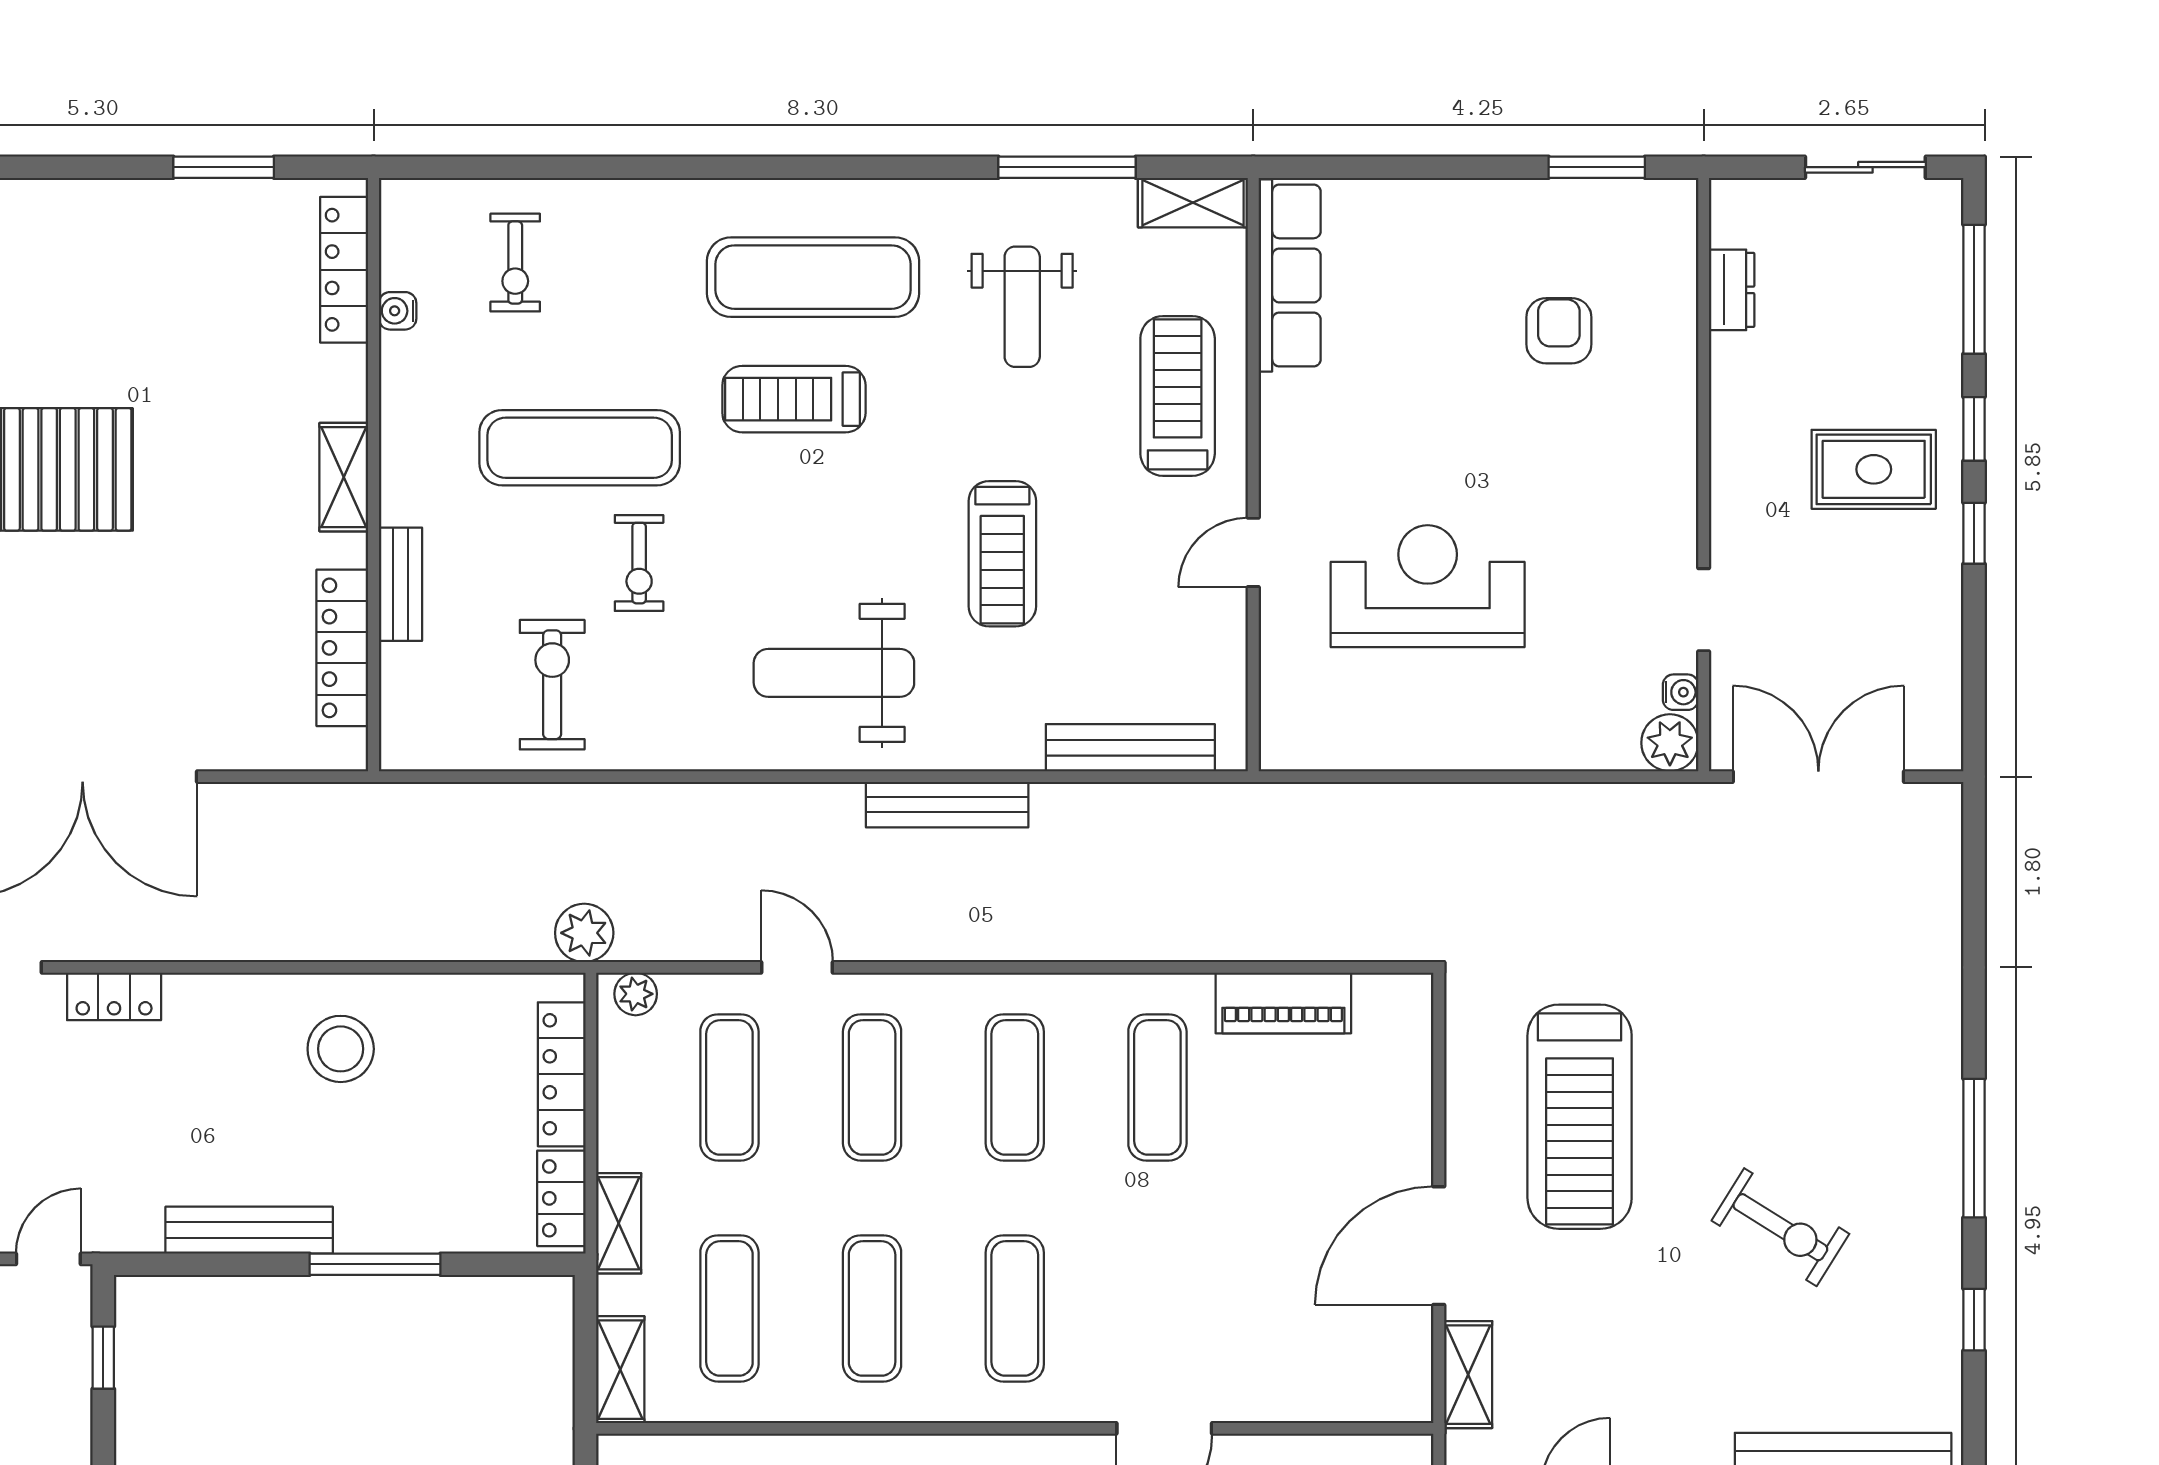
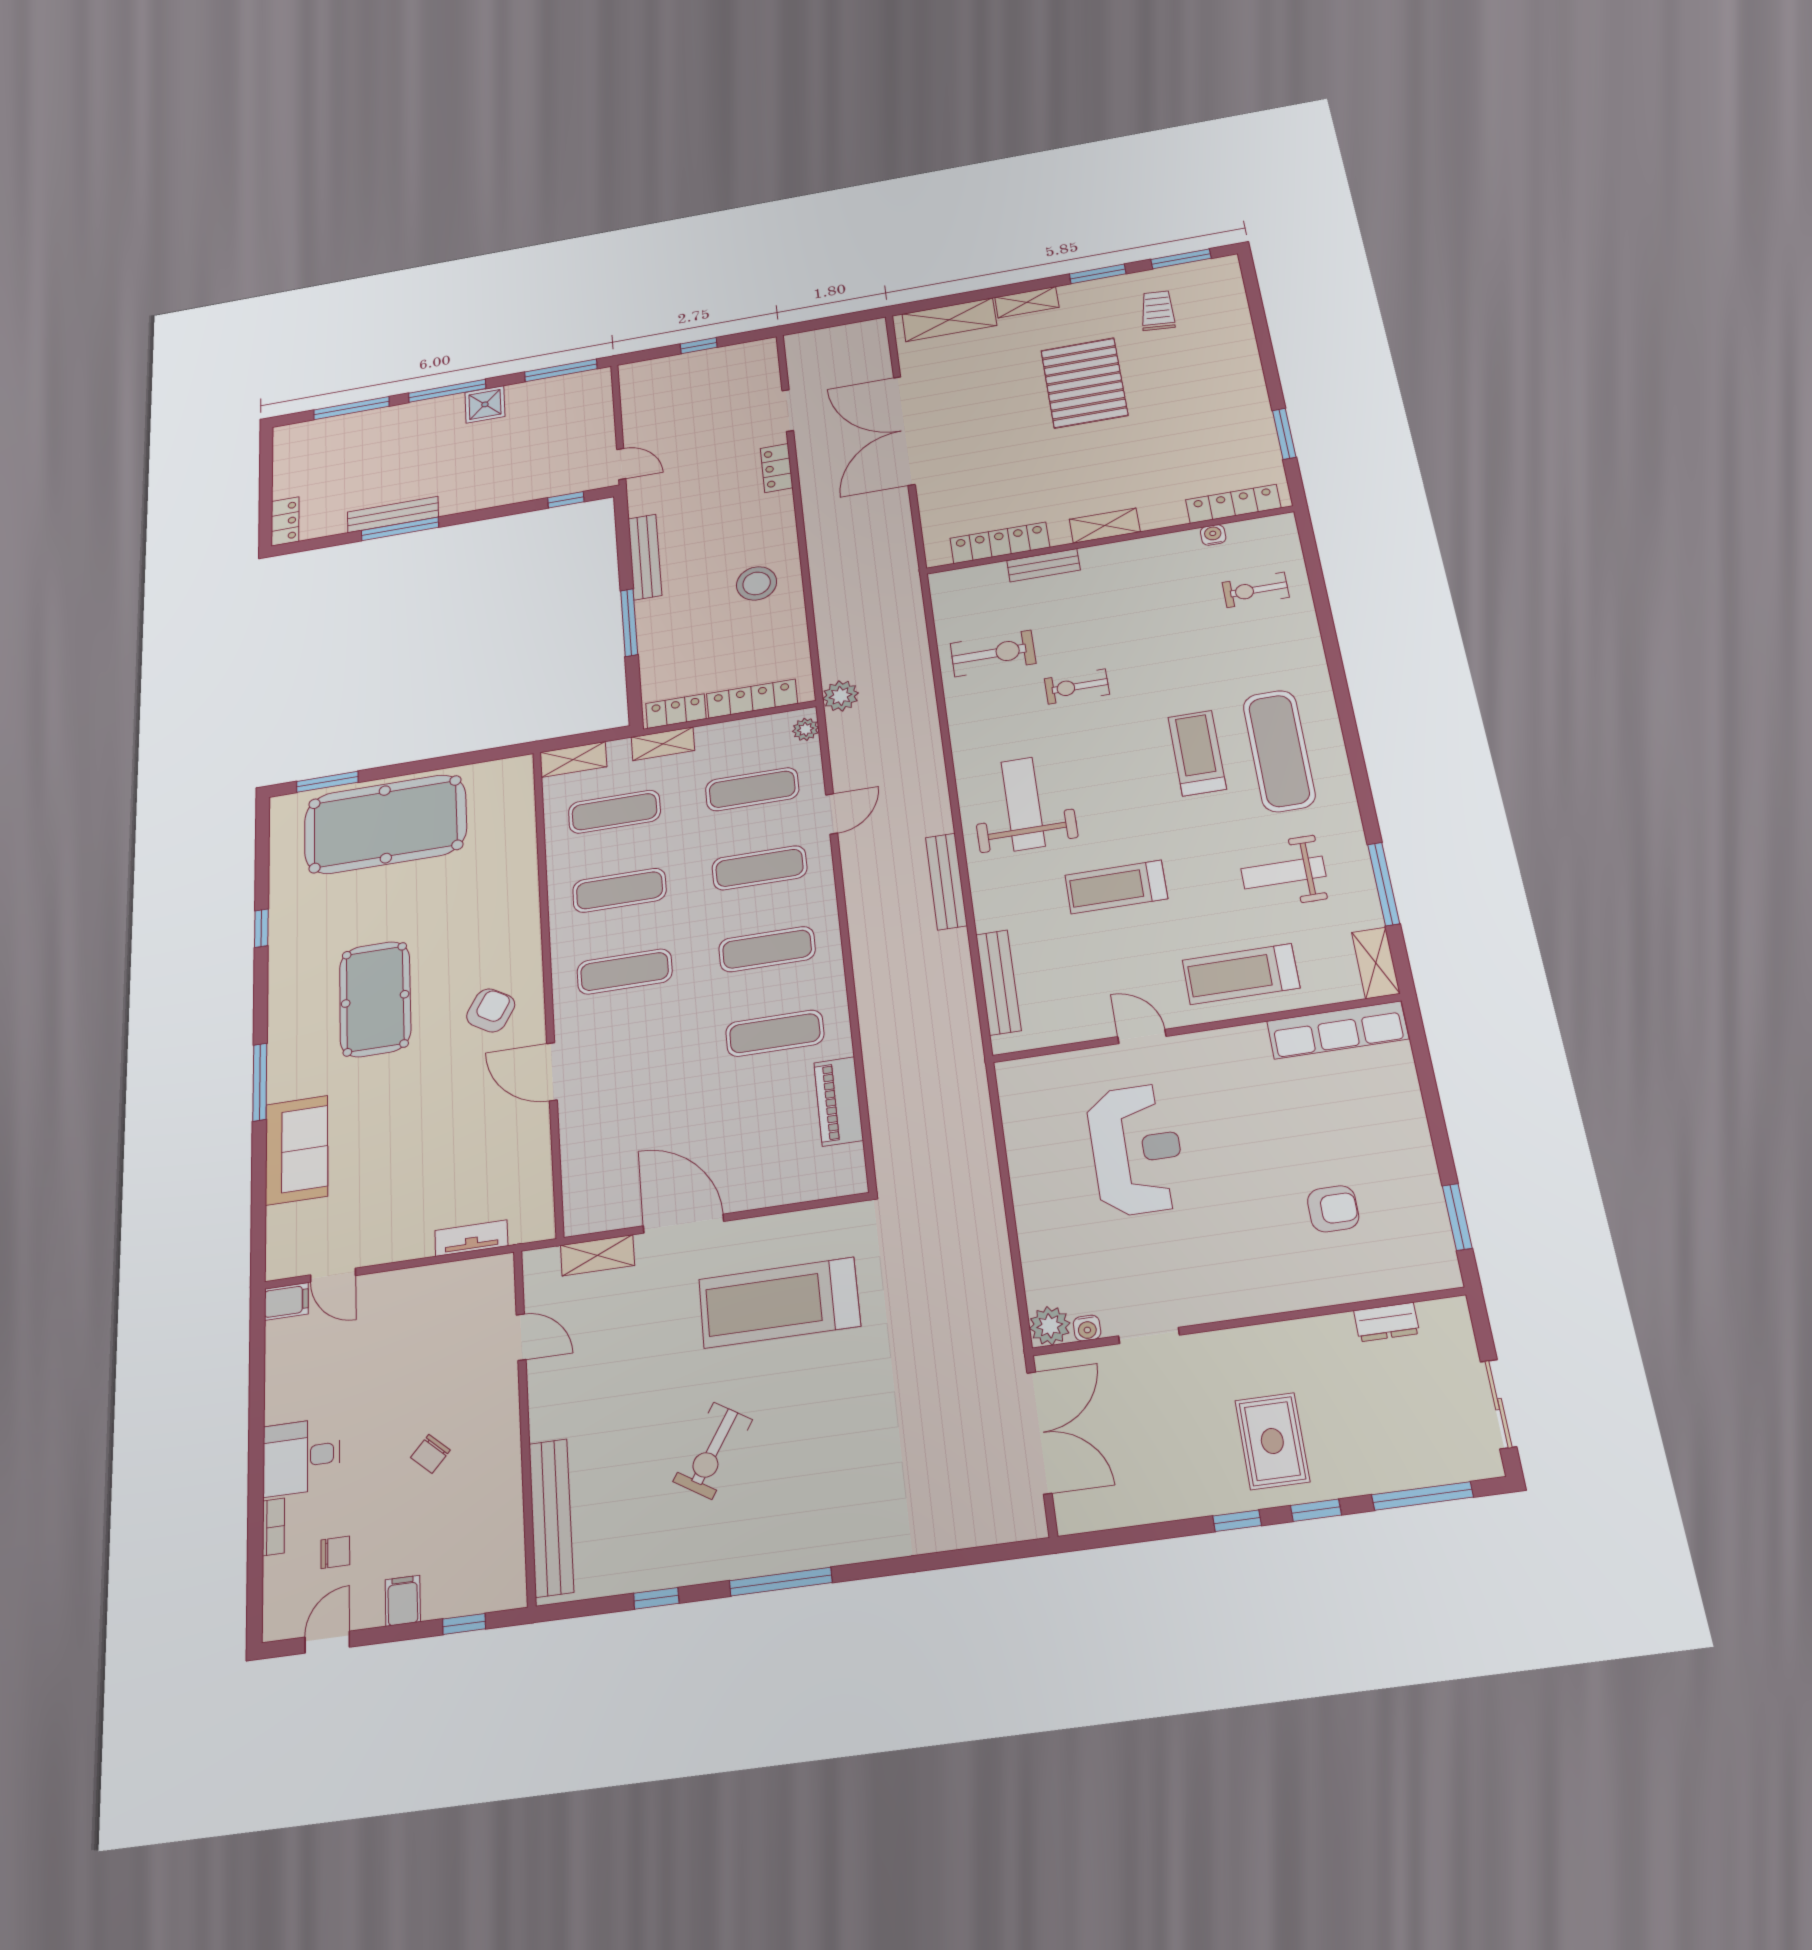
treadmill: (1178, 396) -> (1241, 974), turned 180
exercise mat: (580, 448) -> (1145, 643), removed

